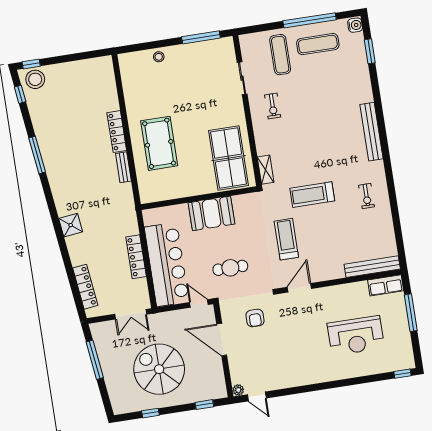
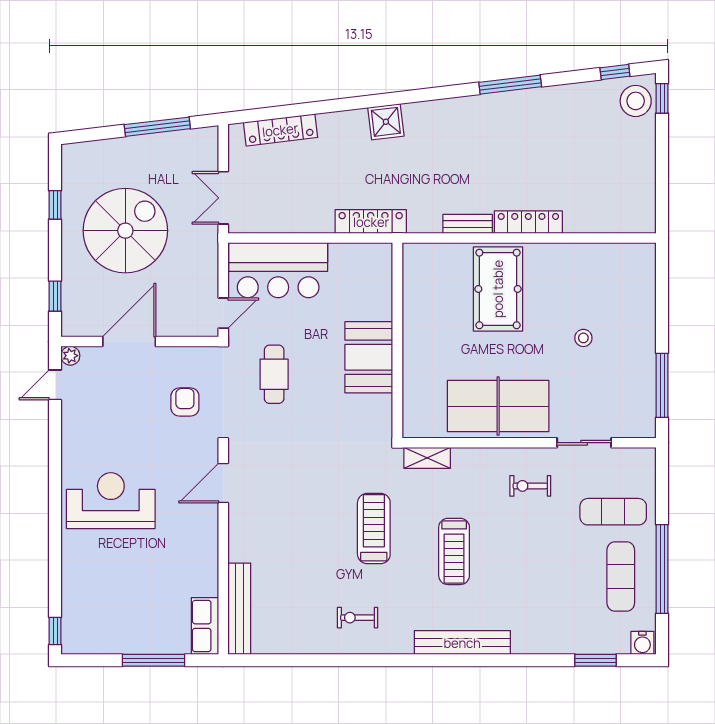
stool: (159, 57) -> (583, 338), moved
pool table: (159, 143) -> (498, 289), turned 90
table tennis table: (229, 158) -> (498, 406), moved
treadmill: (286, 239) -> (454, 551), moved, turned 90
locker: (136, 257) -> (371, 222), moved
bar counter: (167, 264) -> (278, 270), width x0.73
door: (299, 288) -> (223, 483), swing flipped
armchair: (255, 318) -> (185, 402), turned 90
reception desk: (356, 336) -> (111, 501), moved, turned 90
door: (222, 340) -> (129, 342), moved

